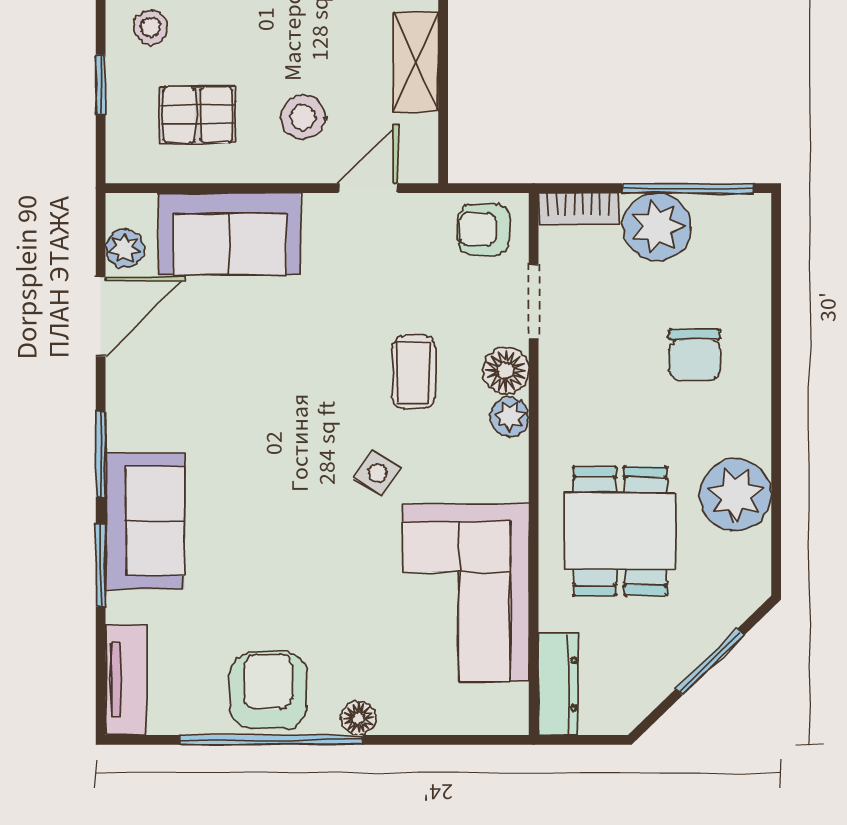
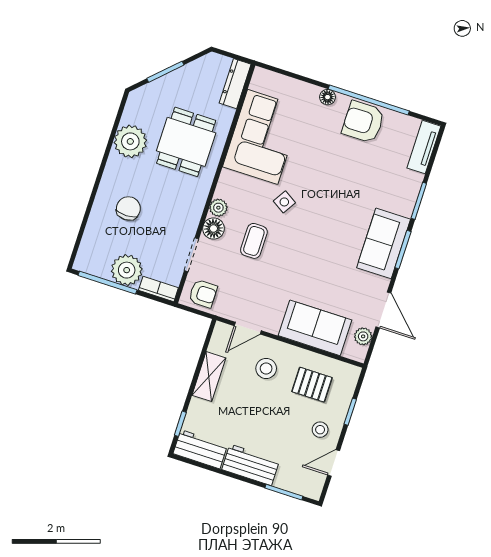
door: (101, 317) -> (383, 310), swing flipped
sofa: (145, 521) -> (384, 243), moved
armchair: (268, 691) -> (363, 122), turned 90

